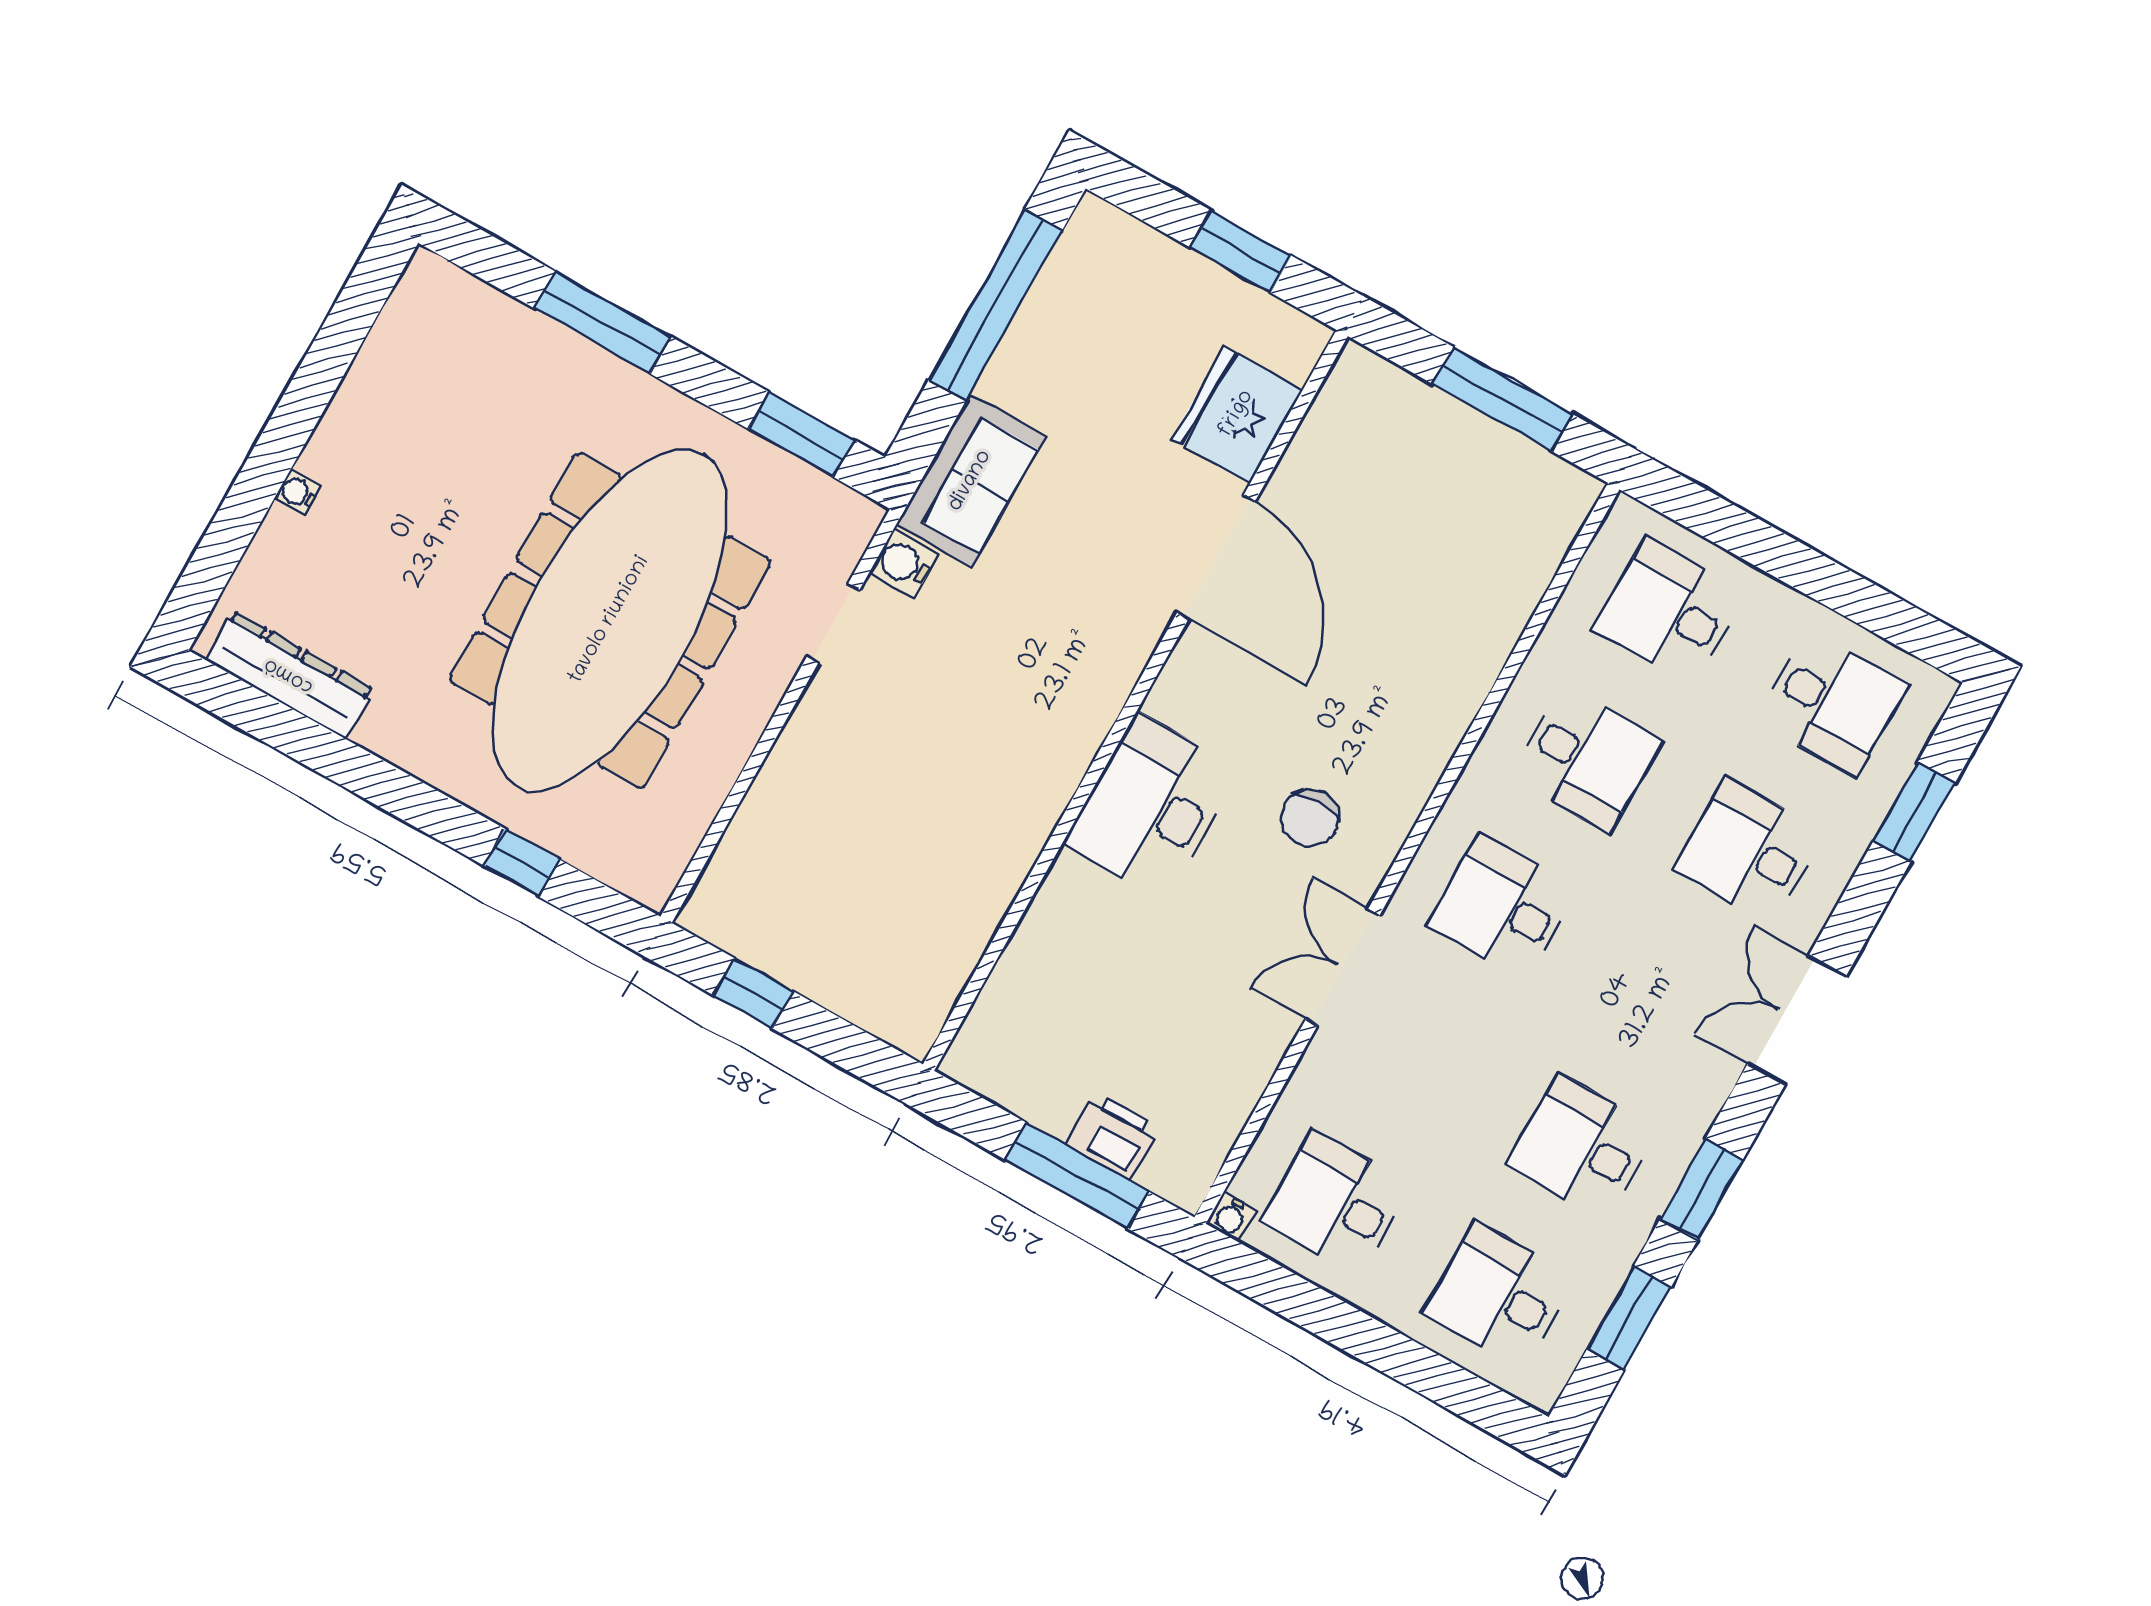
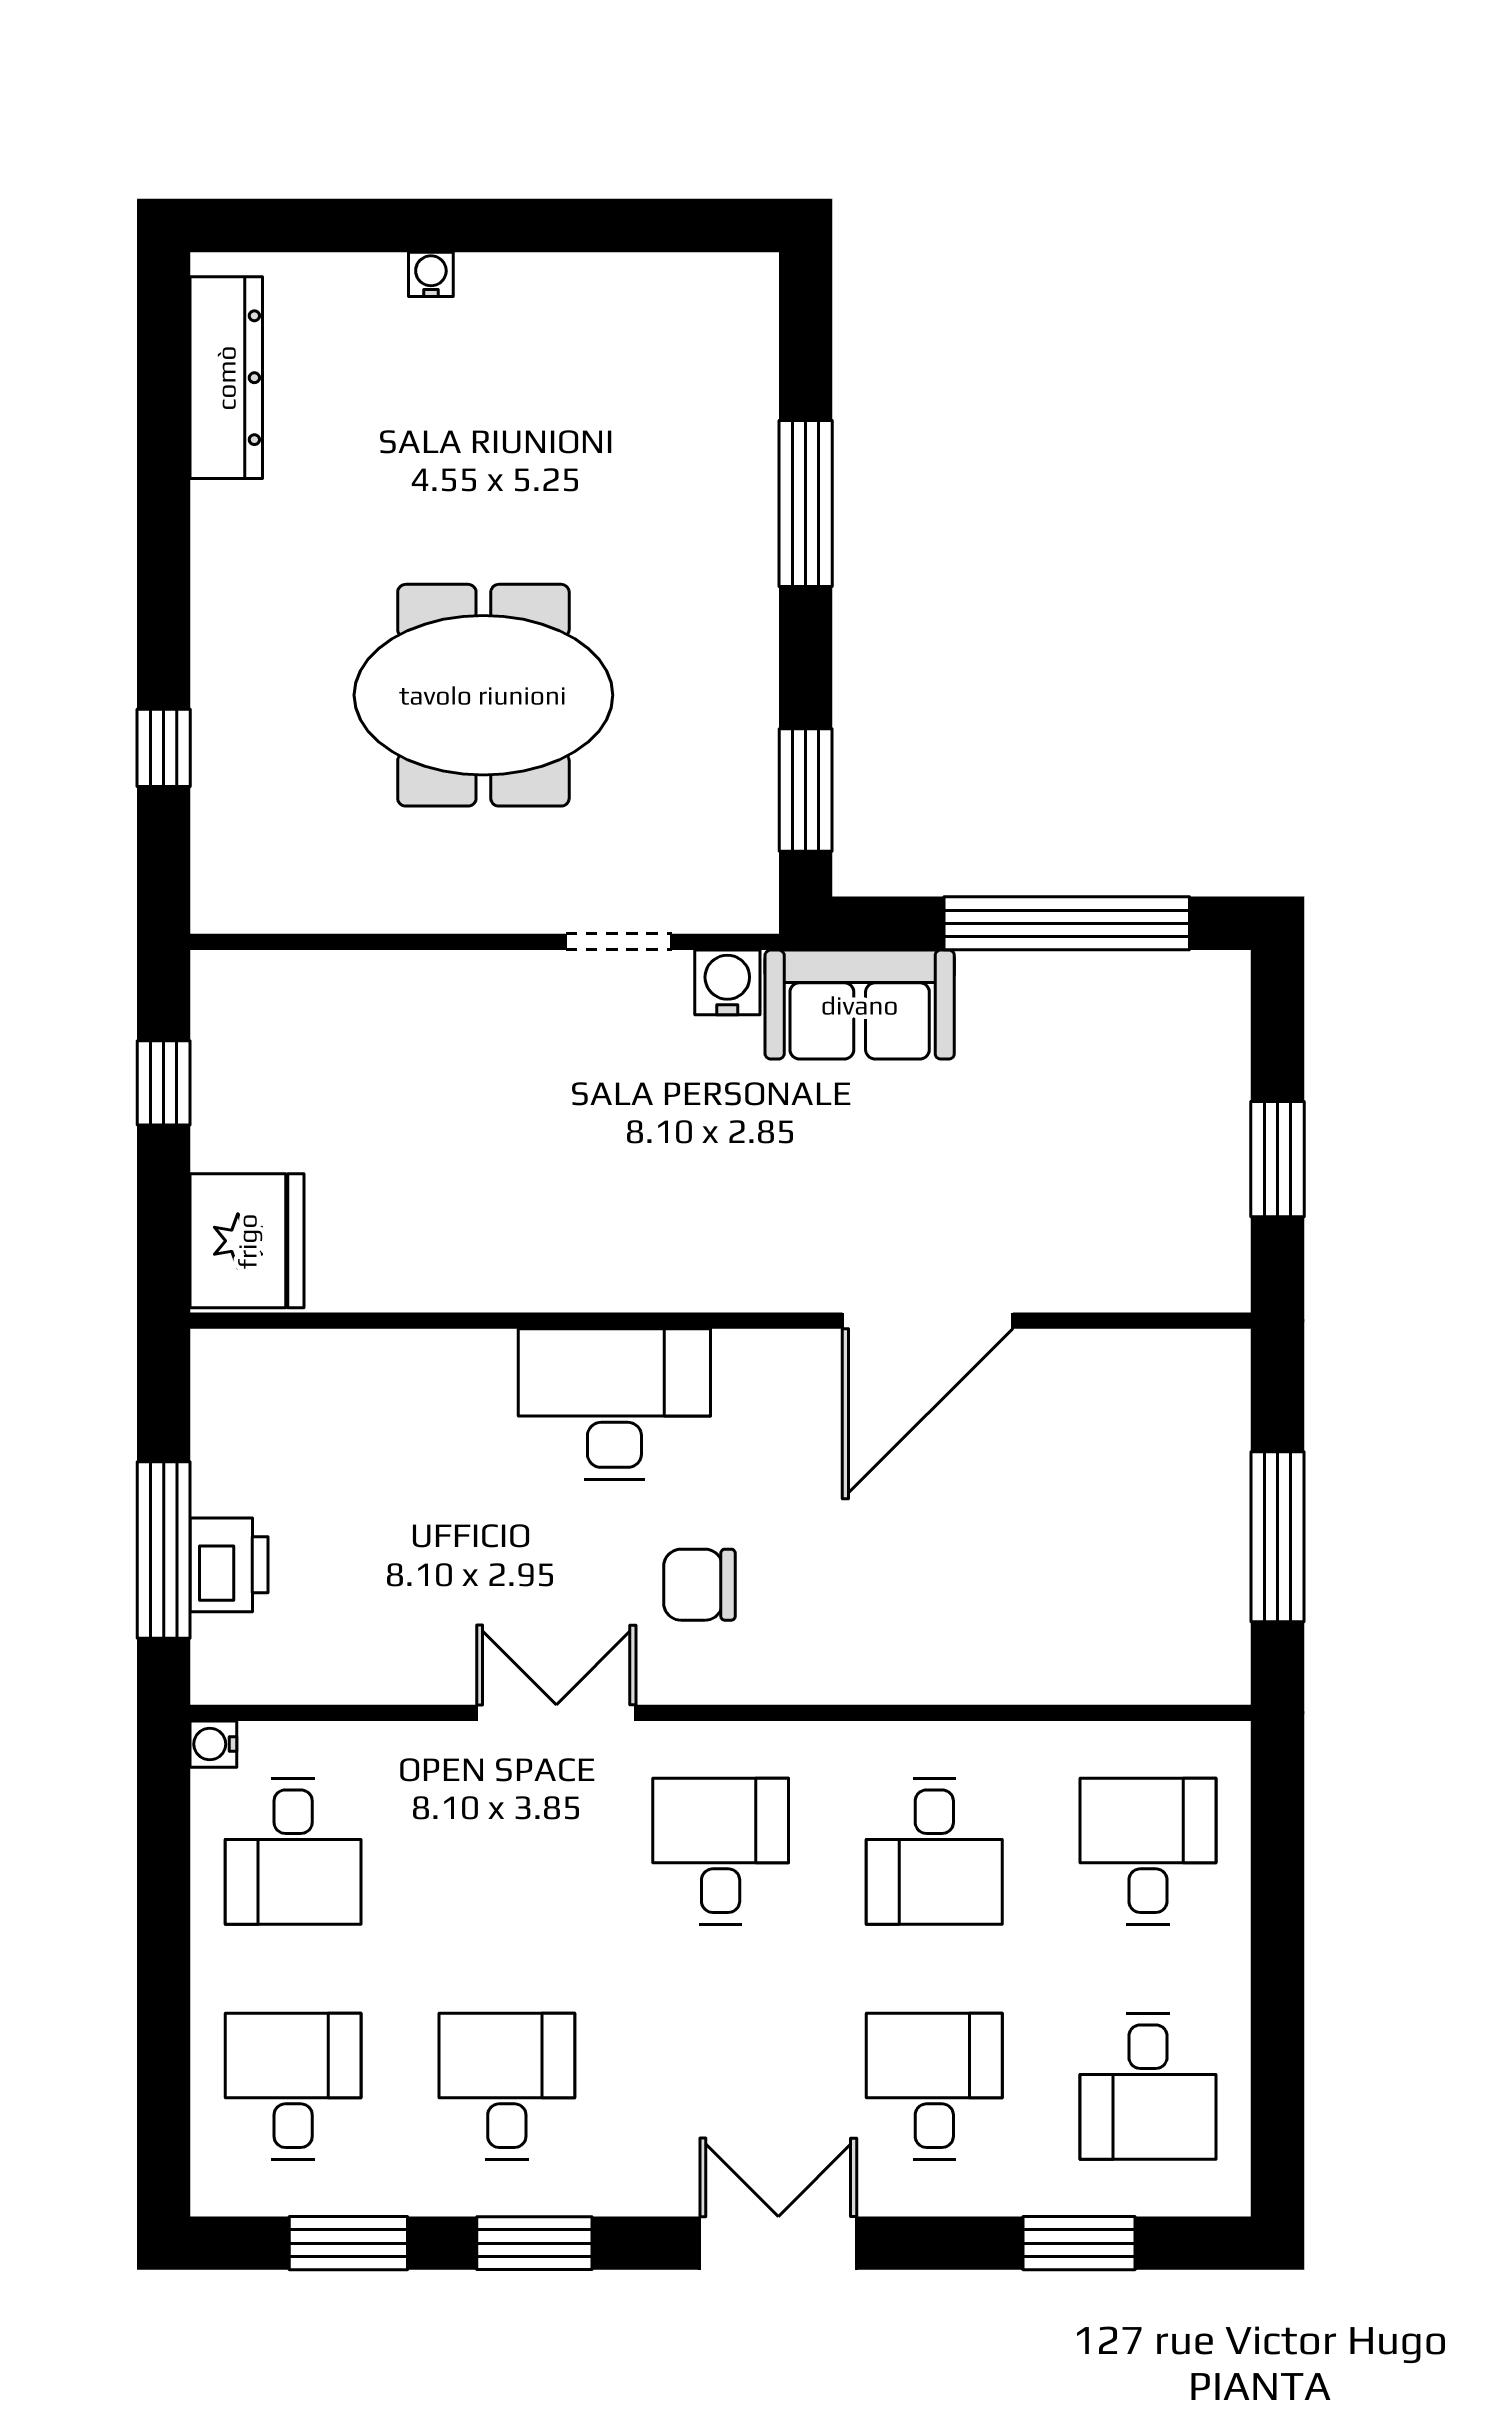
fridge: (1237, 414) -> (247, 1241), moved, turned 90
meeting table: (610, 620) -> (483, 695), width x0.54, depth x0.79
desk: (1336, 1203) -> (293, 1851), turned 180

